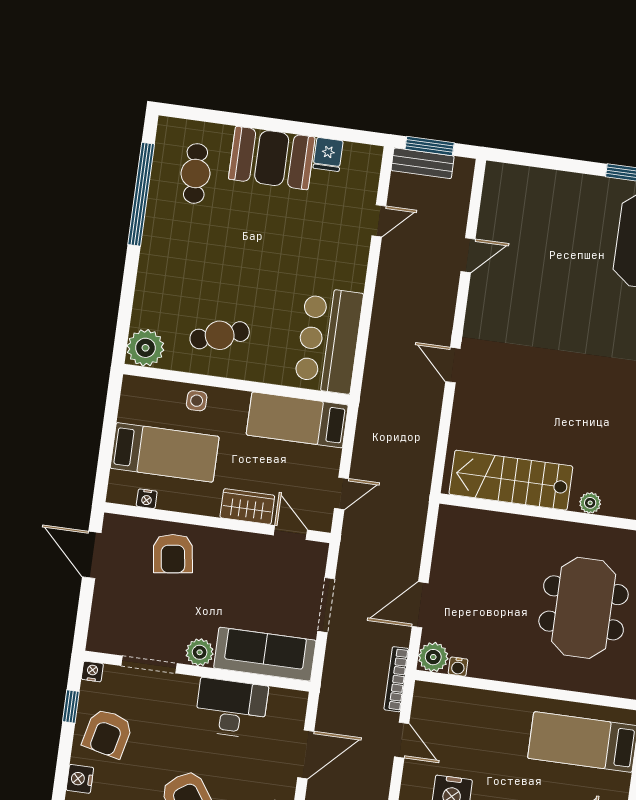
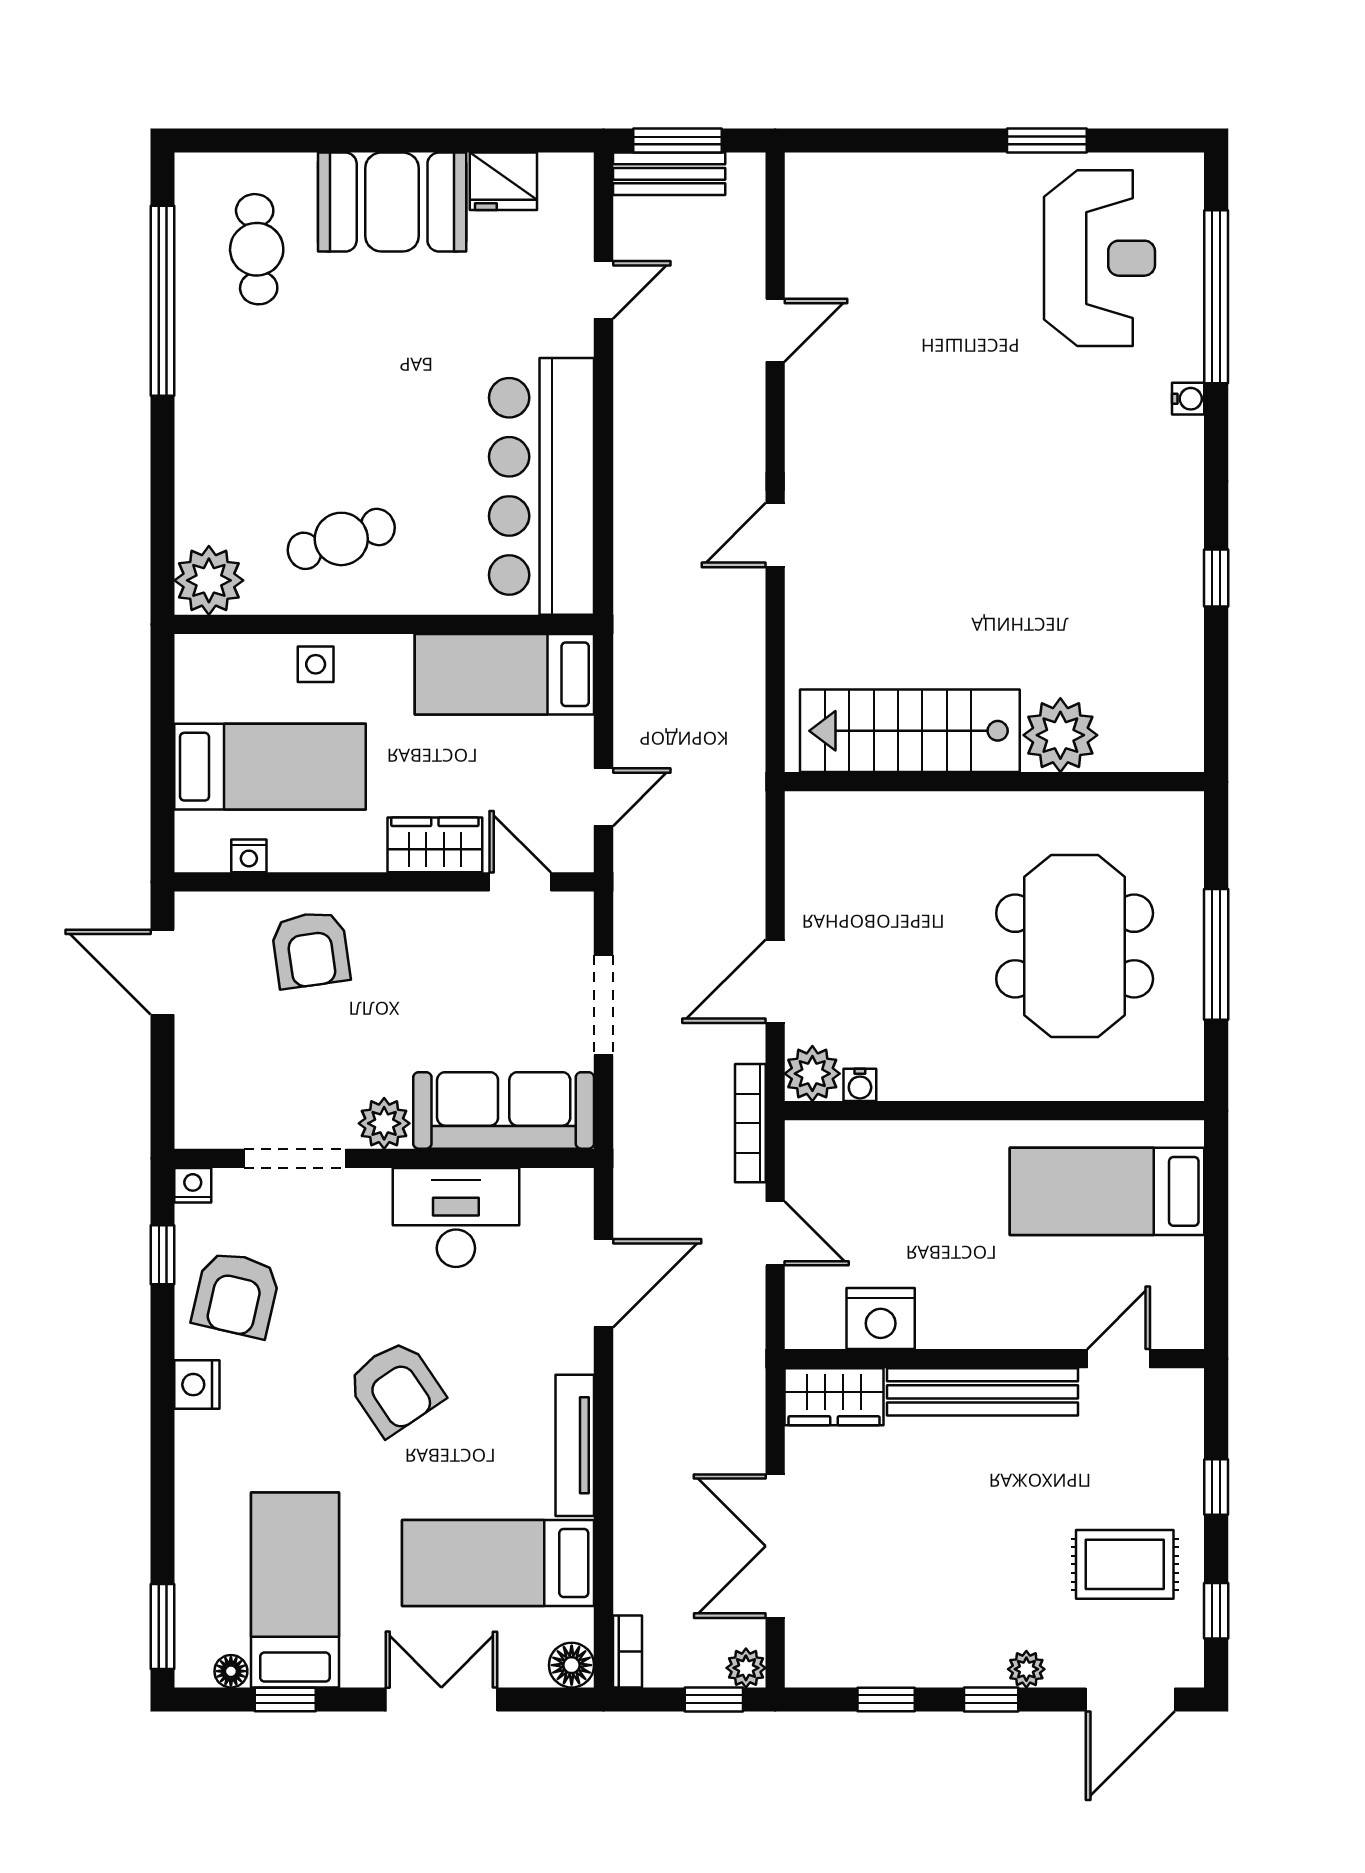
fridge: (328, 154) -> (503, 181), width x1.38
bar counter: (329, 340) -> (542, 486), width x1.36
door: (453, 365) -> (775, 535), hinge flipped
plant: (590, 503) -> (1060, 735), width x1.88, depth x1.88

